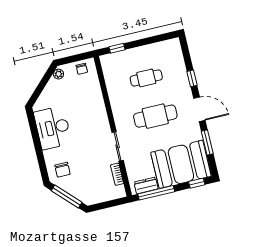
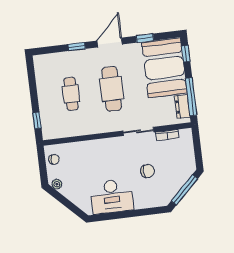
window: (207, 142) -> (145, 38), width x0.67
chair: (62, 170) -> (148, 171), moved

